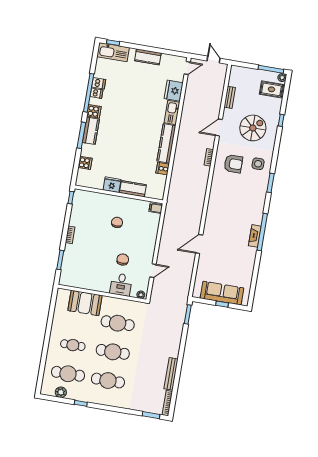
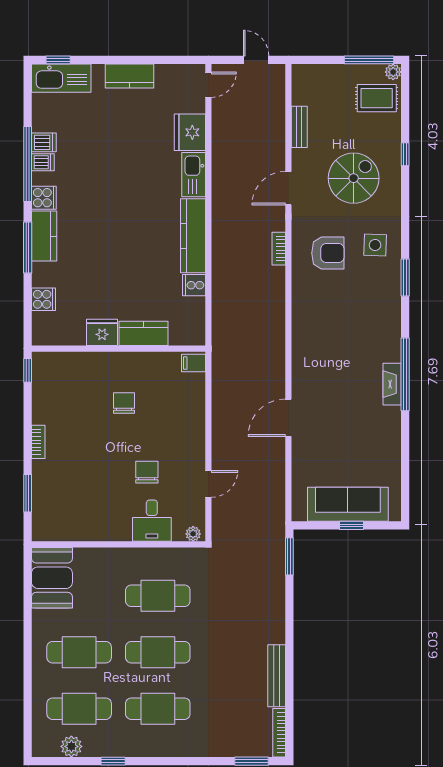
booth: (85, 303) -> (52, 578), moved, turned 90
cafe table: (73, 345) -> (79, 652), width x1.37, depth x1.35

